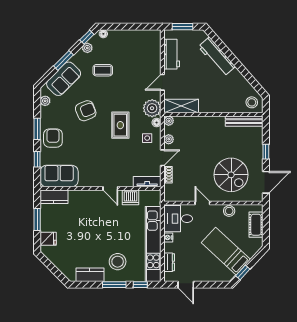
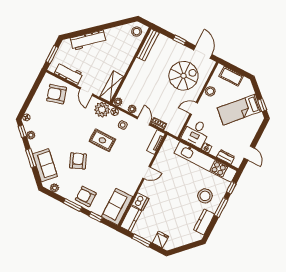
armchair: (144, 53) -> (57, 94), added
coffee table: (103, 70) -> (54, 132), removed
dishwasher: (130, 197) -> (140, 202), moved
door: (186, 285) -> (249, 153), hinge flipped

